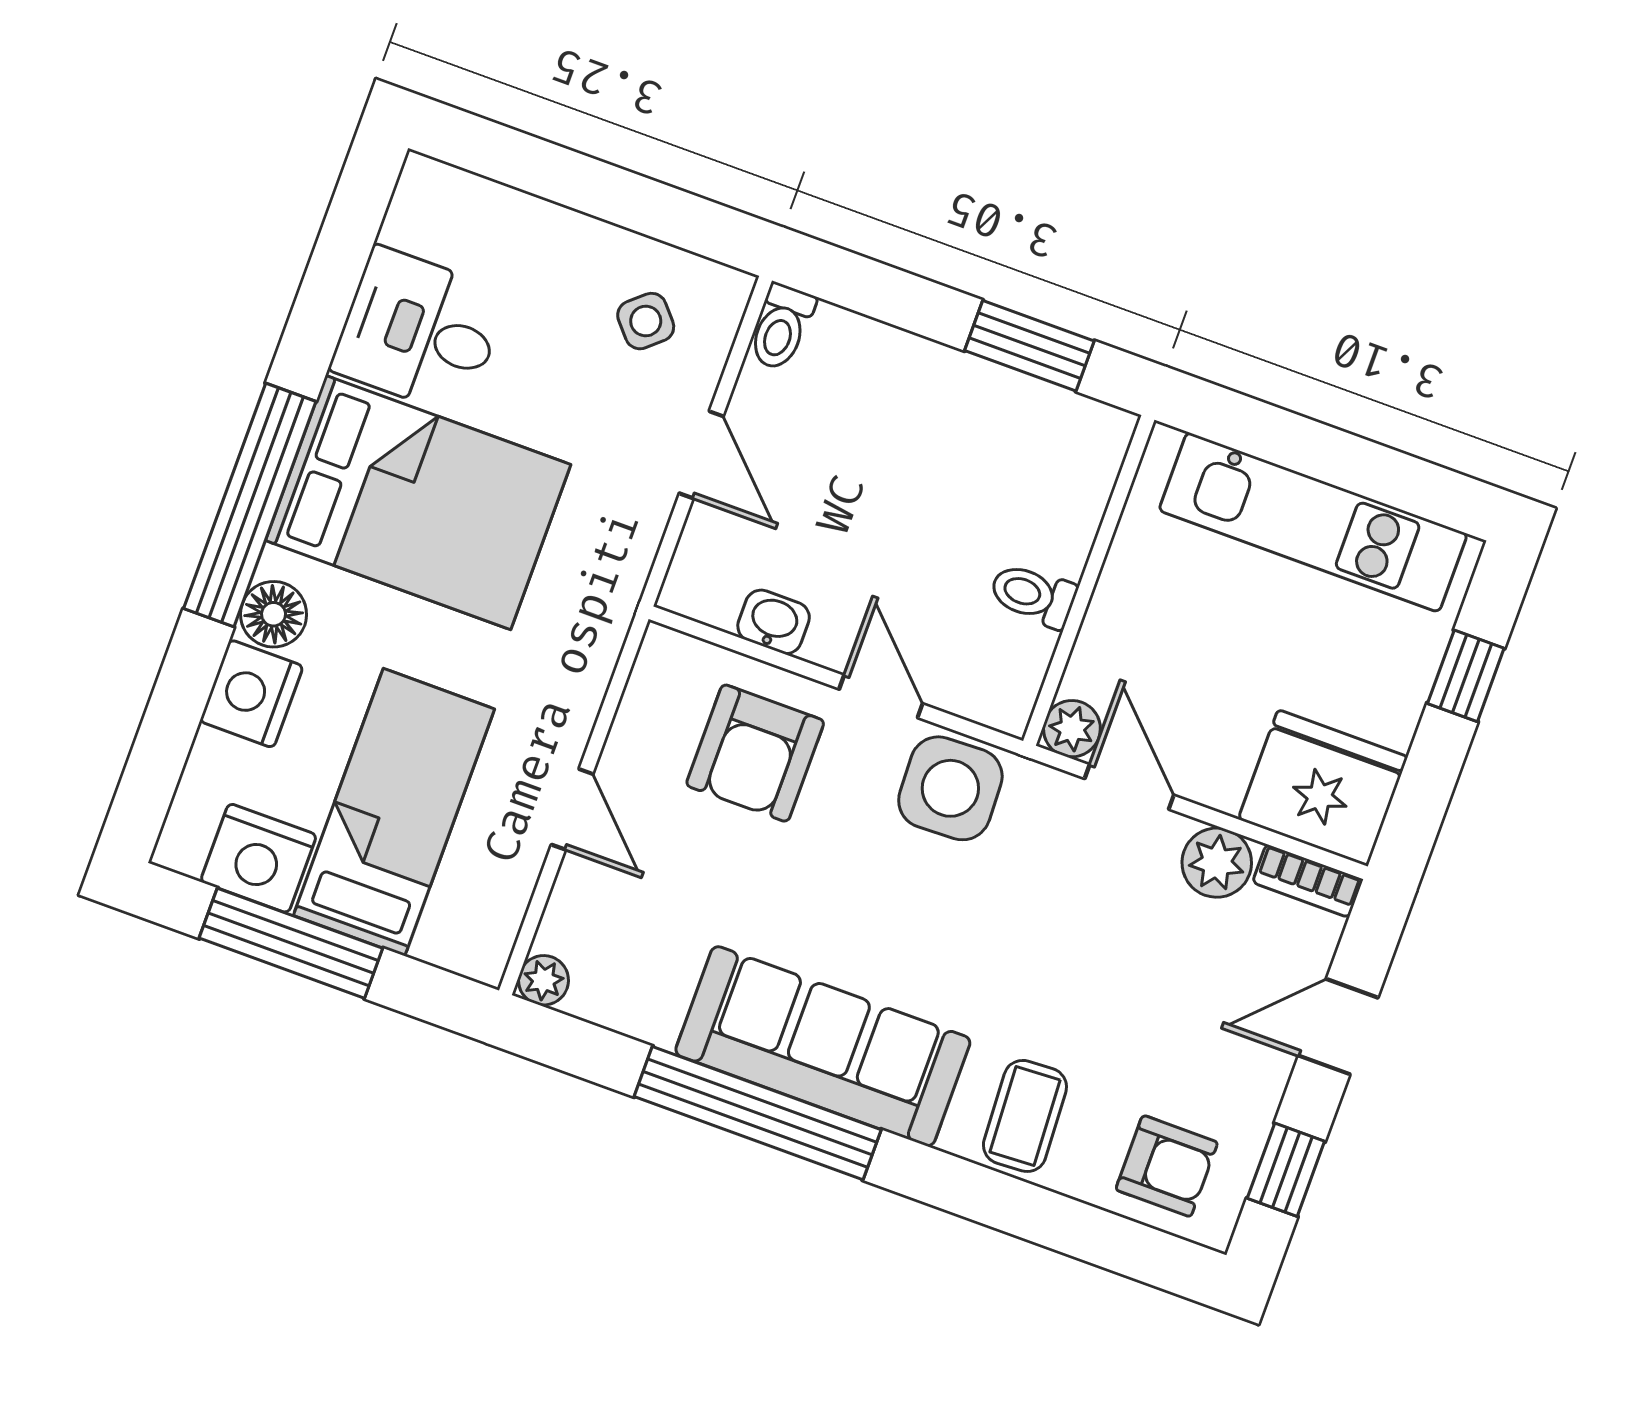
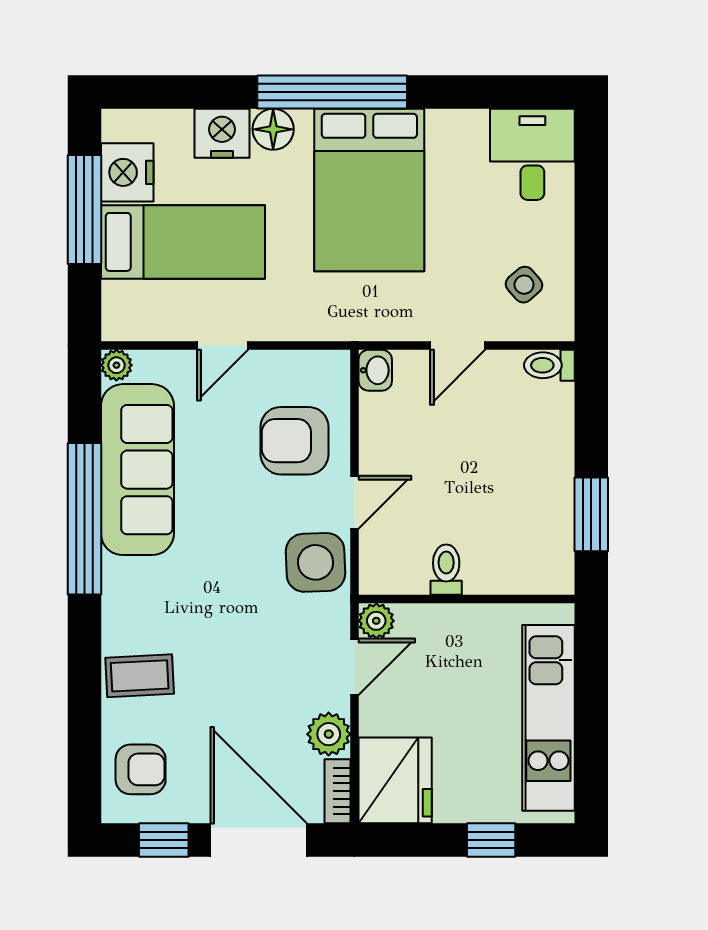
desk: (419, 331) -> (532, 154), moved
washbasin: (774, 622) -> (375, 370), moved
door: (1338, 1027) -> (259, 840), width x1.88
sofa: (823, 1046) -> (137, 470), moved
armchair: (1167, 1166) -> (141, 769), turned -90

